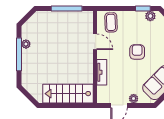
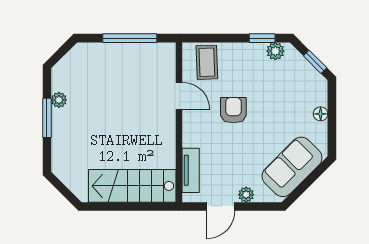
armchair: (137, 52) -> (233, 110), moved
window: (19, 54) -> (47, 118), width x0.69
tv unit: (102, 72) -> (191, 170), moved

